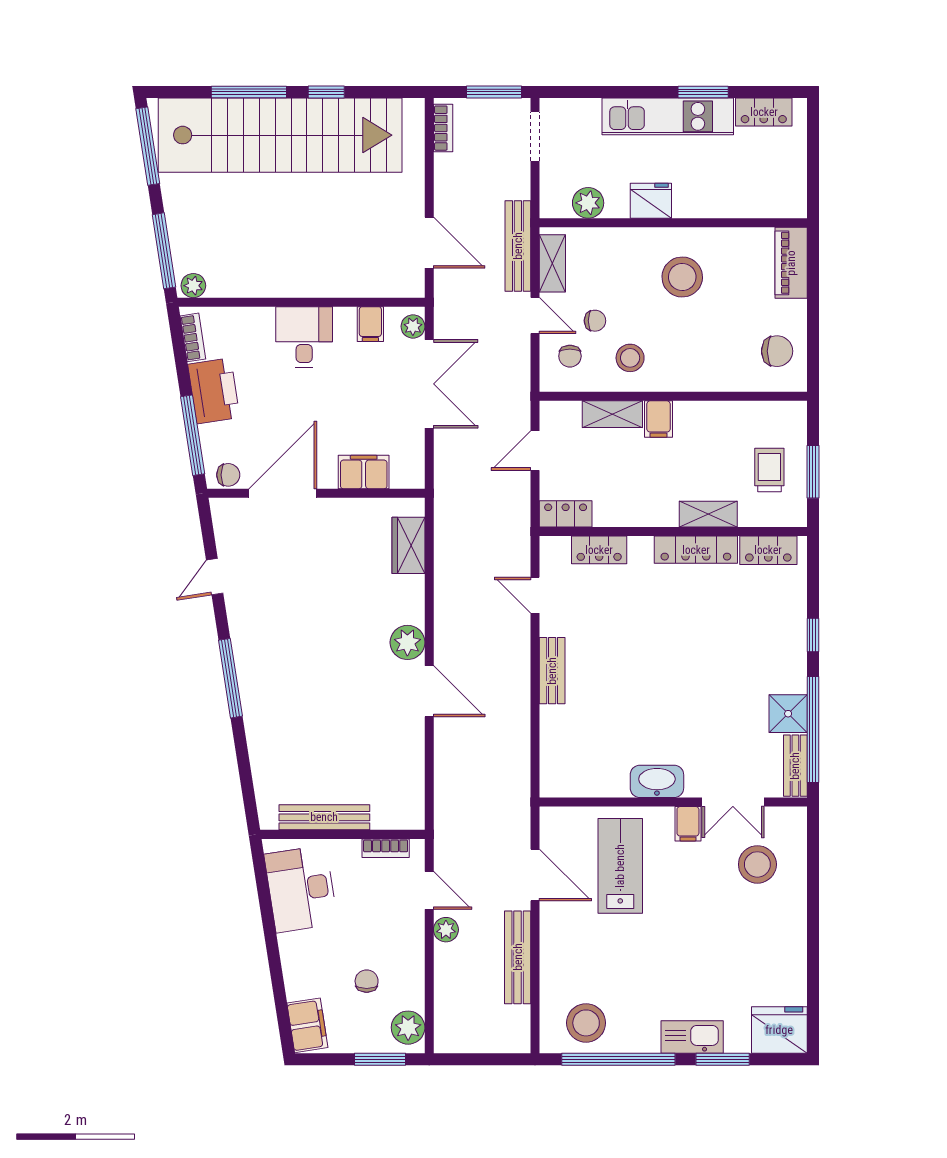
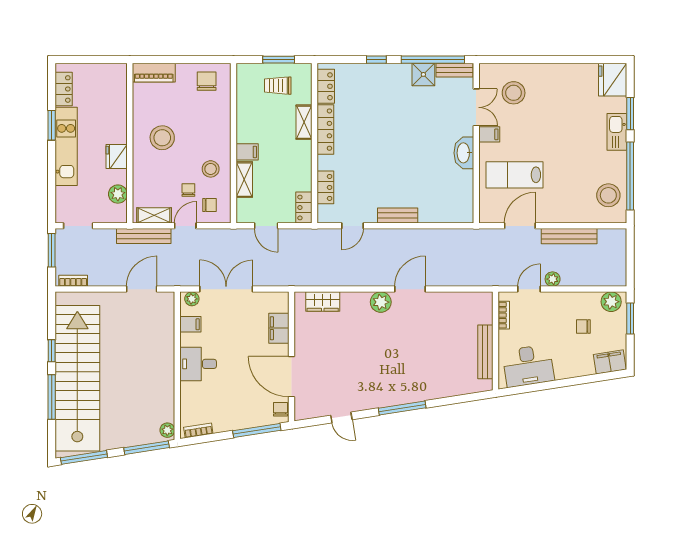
printer: (214, 391) -> (230, 418), removed

